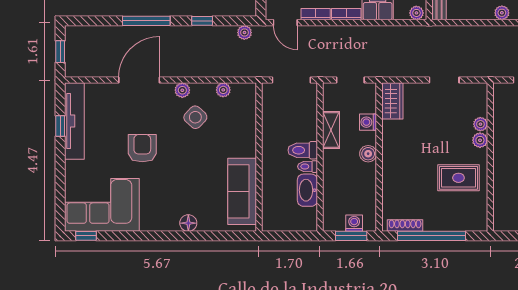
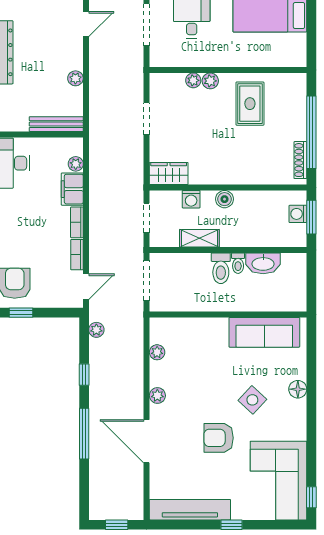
plant: (416, 13) -> (76, 164), moved
plant: (502, 13) -> (75, 78), moved
side table: (195, 117) -> (252, 400), moved
window: (60, 126) -> (232, 525), moved

